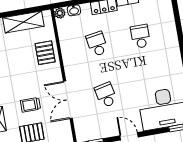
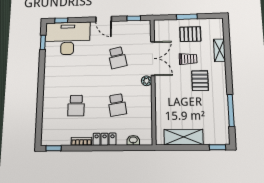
plant: (60, 13) -> (147, 81), moved
pallet: (45, 53) -> (200, 81), moved

